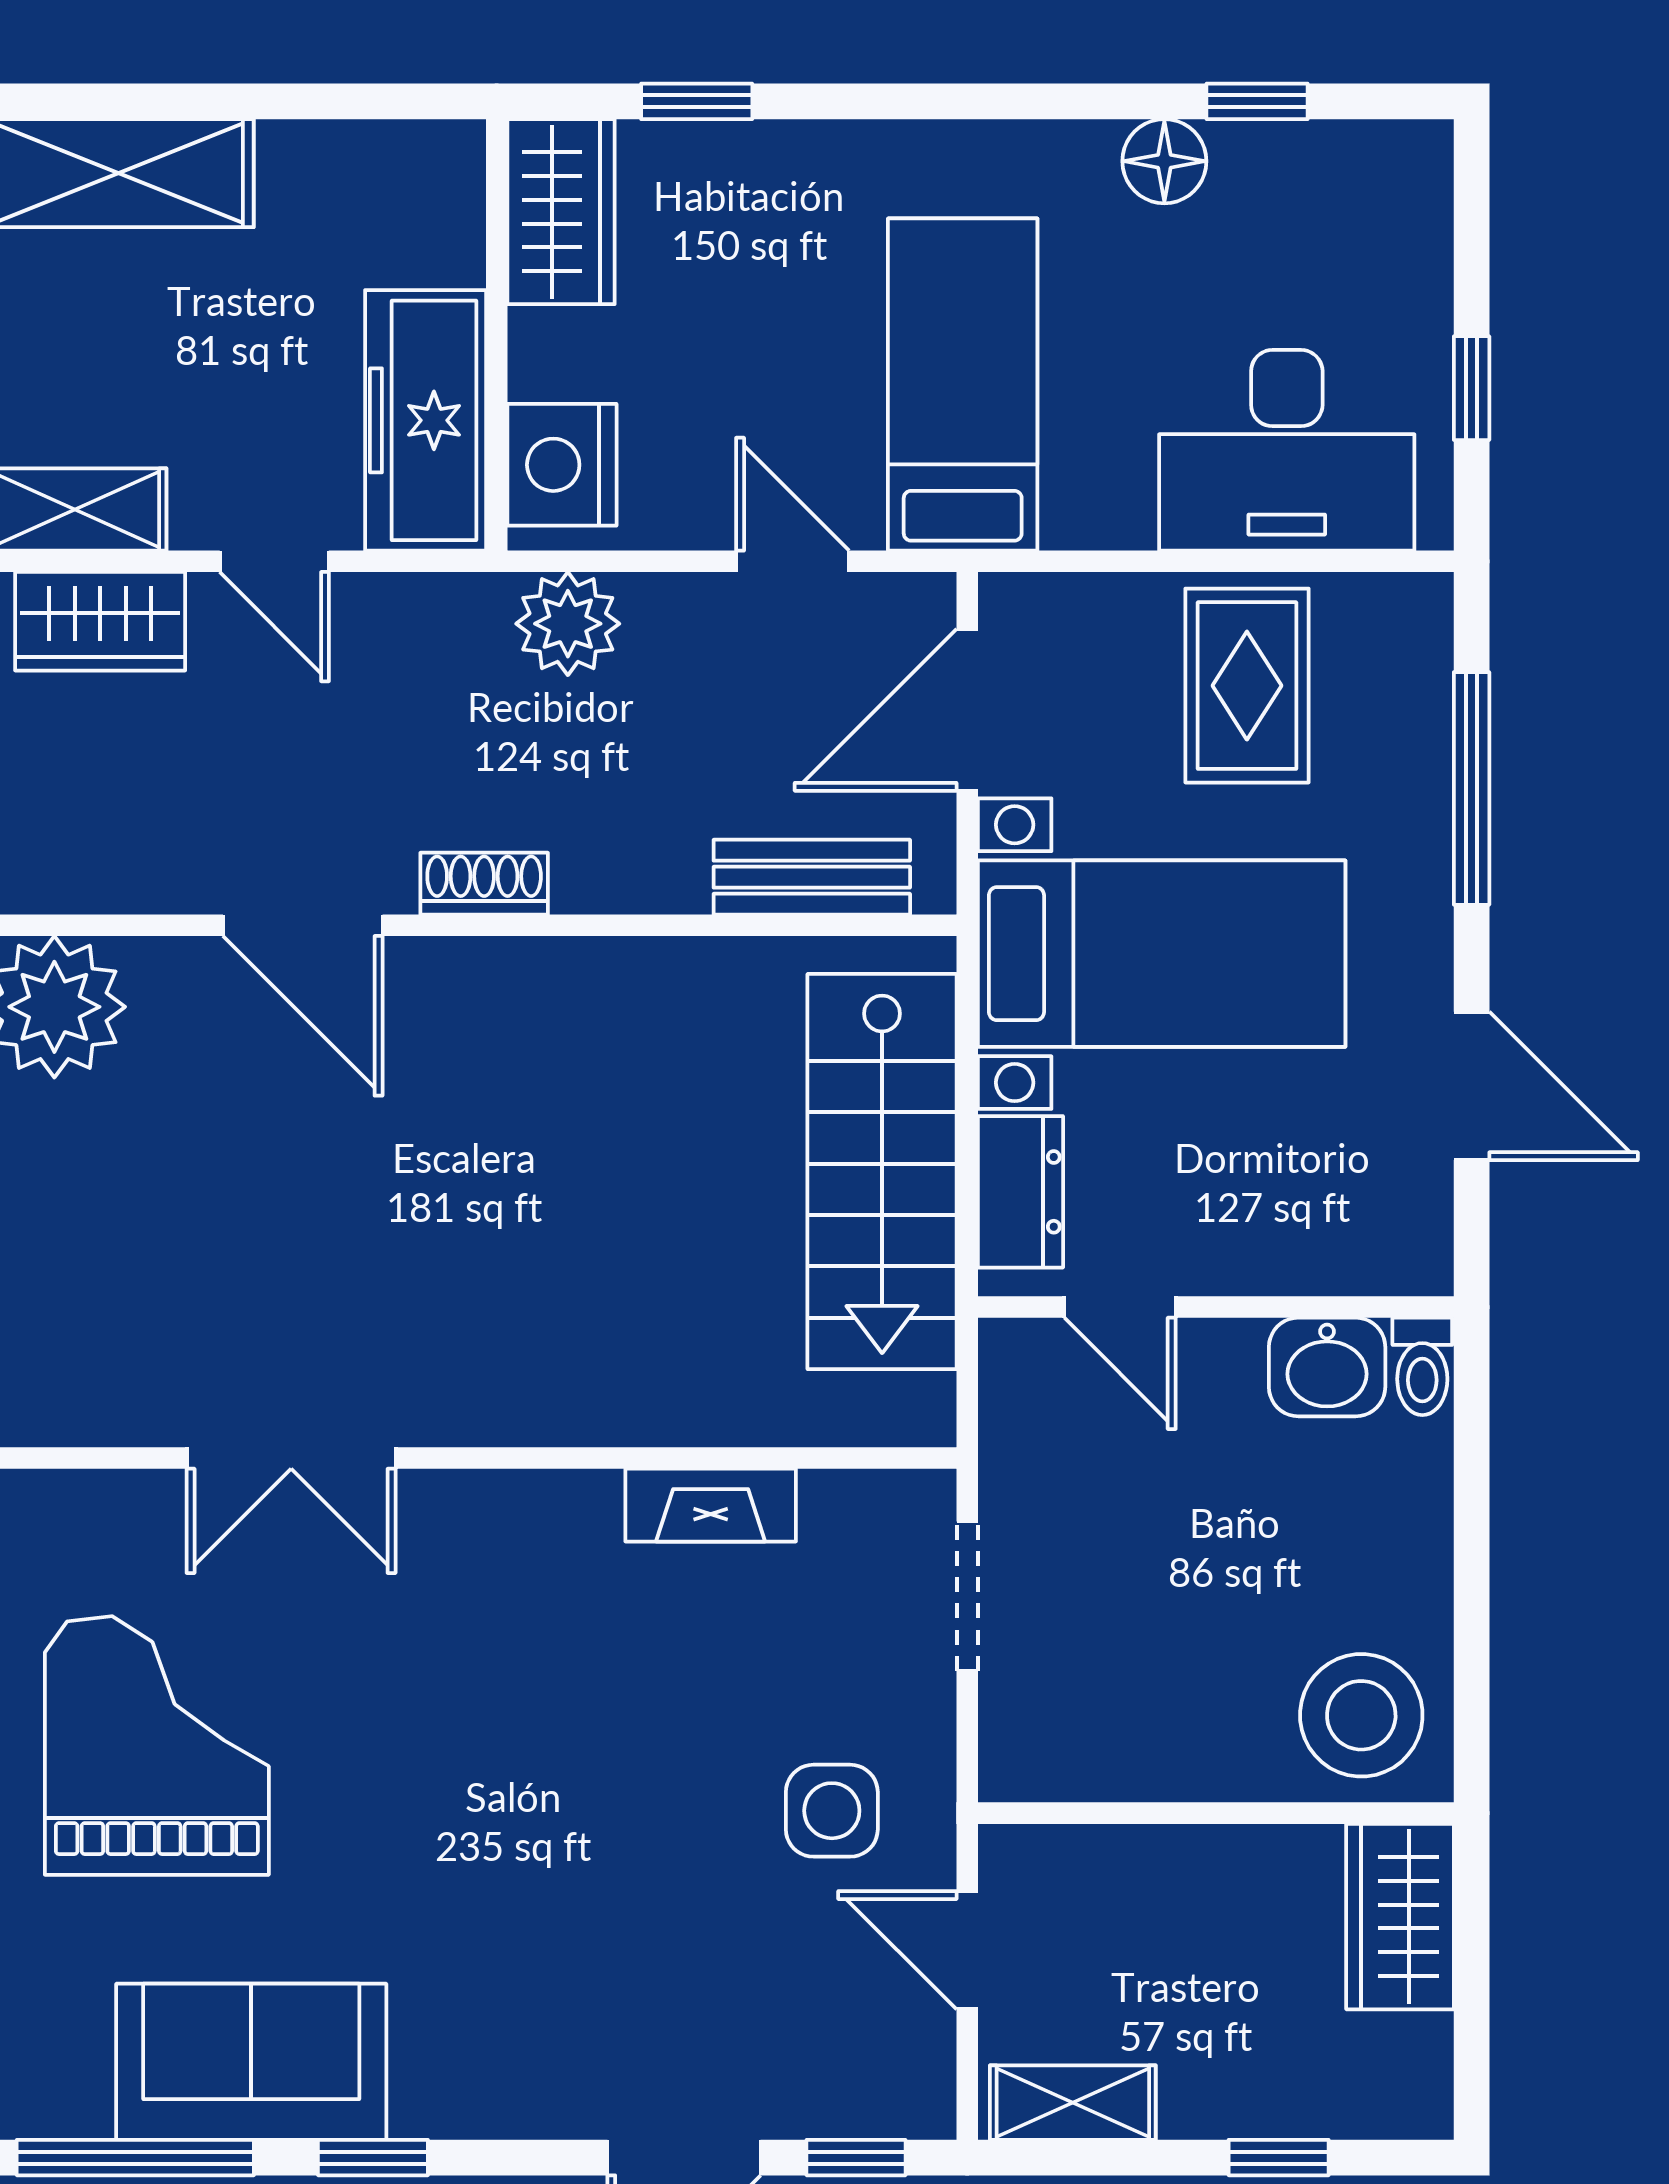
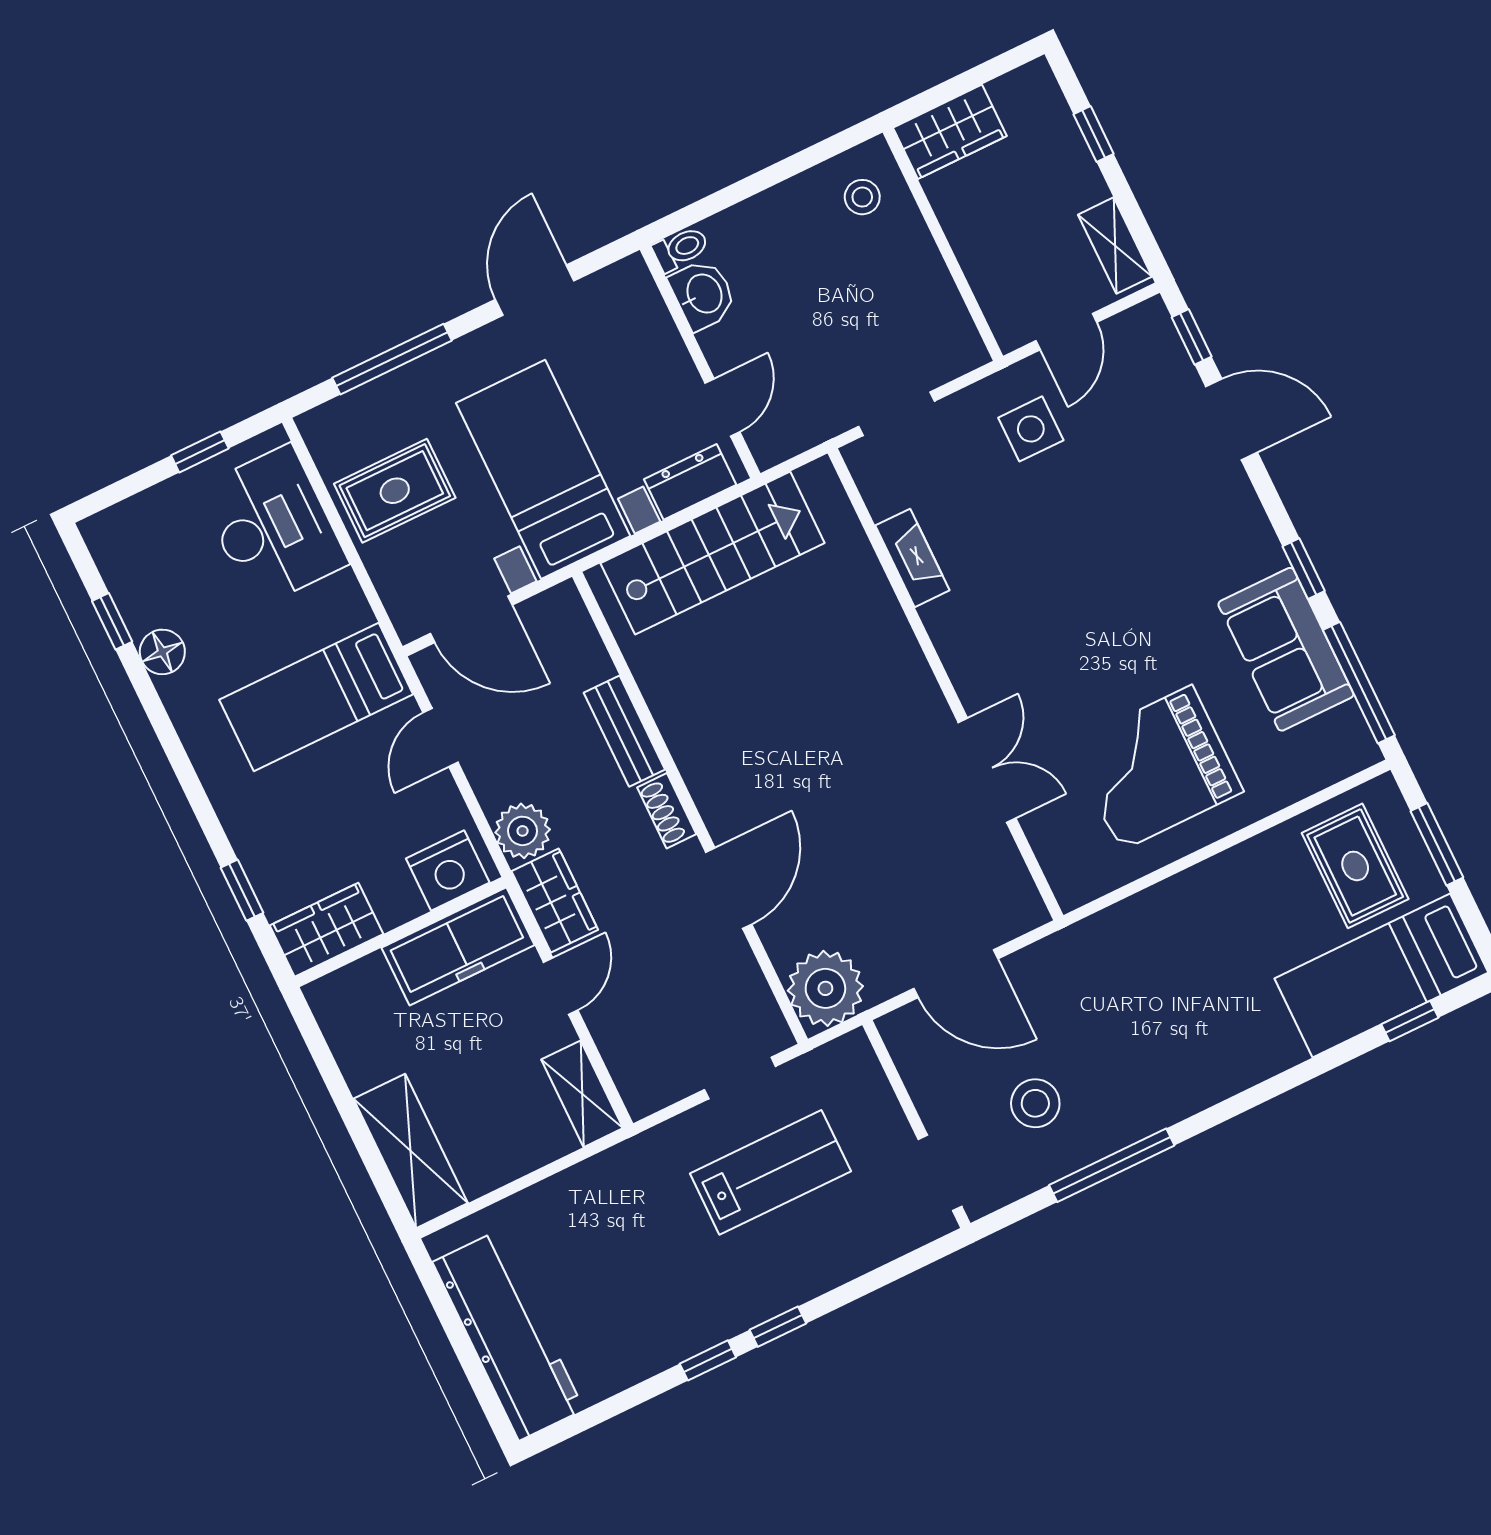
wardrobe: (100, 621) -> (555, 900), moved
bench: (812, 877) -> (624, 731), moved
stool: (1361, 1715) -> (862, 197), width x0.53, depth x0.53

